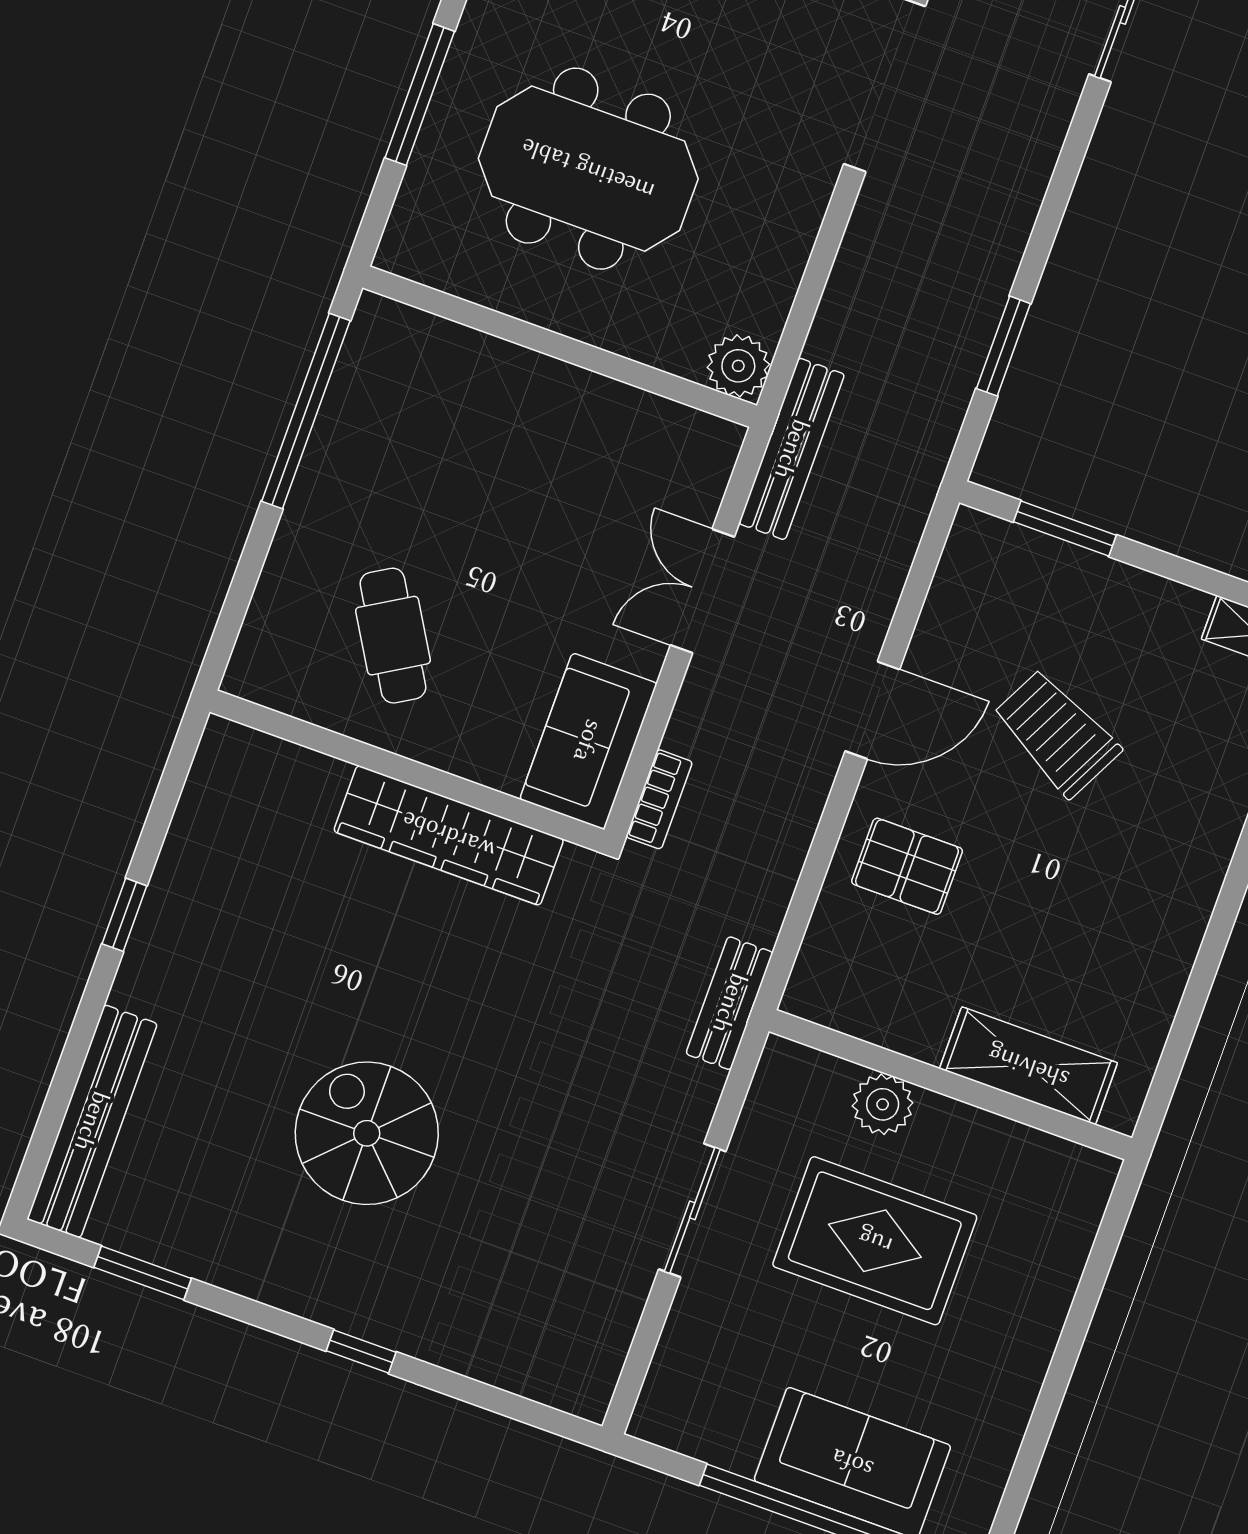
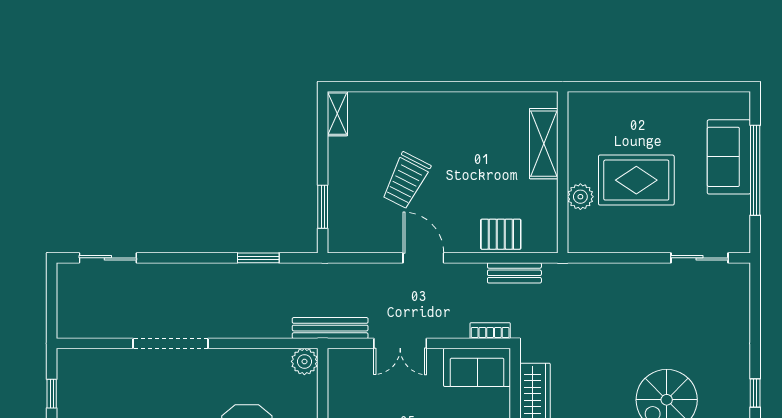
pallet: (907, 866) -> (501, 234), moved, turned 90
bench: (730, 1003) -> (514, 273), moved
sliding door: (692, 1210) -> (700, 258), moved
rug: (875, 1241) -> (636, 180), turned 90
window: (361, 1352) -> (755, 393), moved

